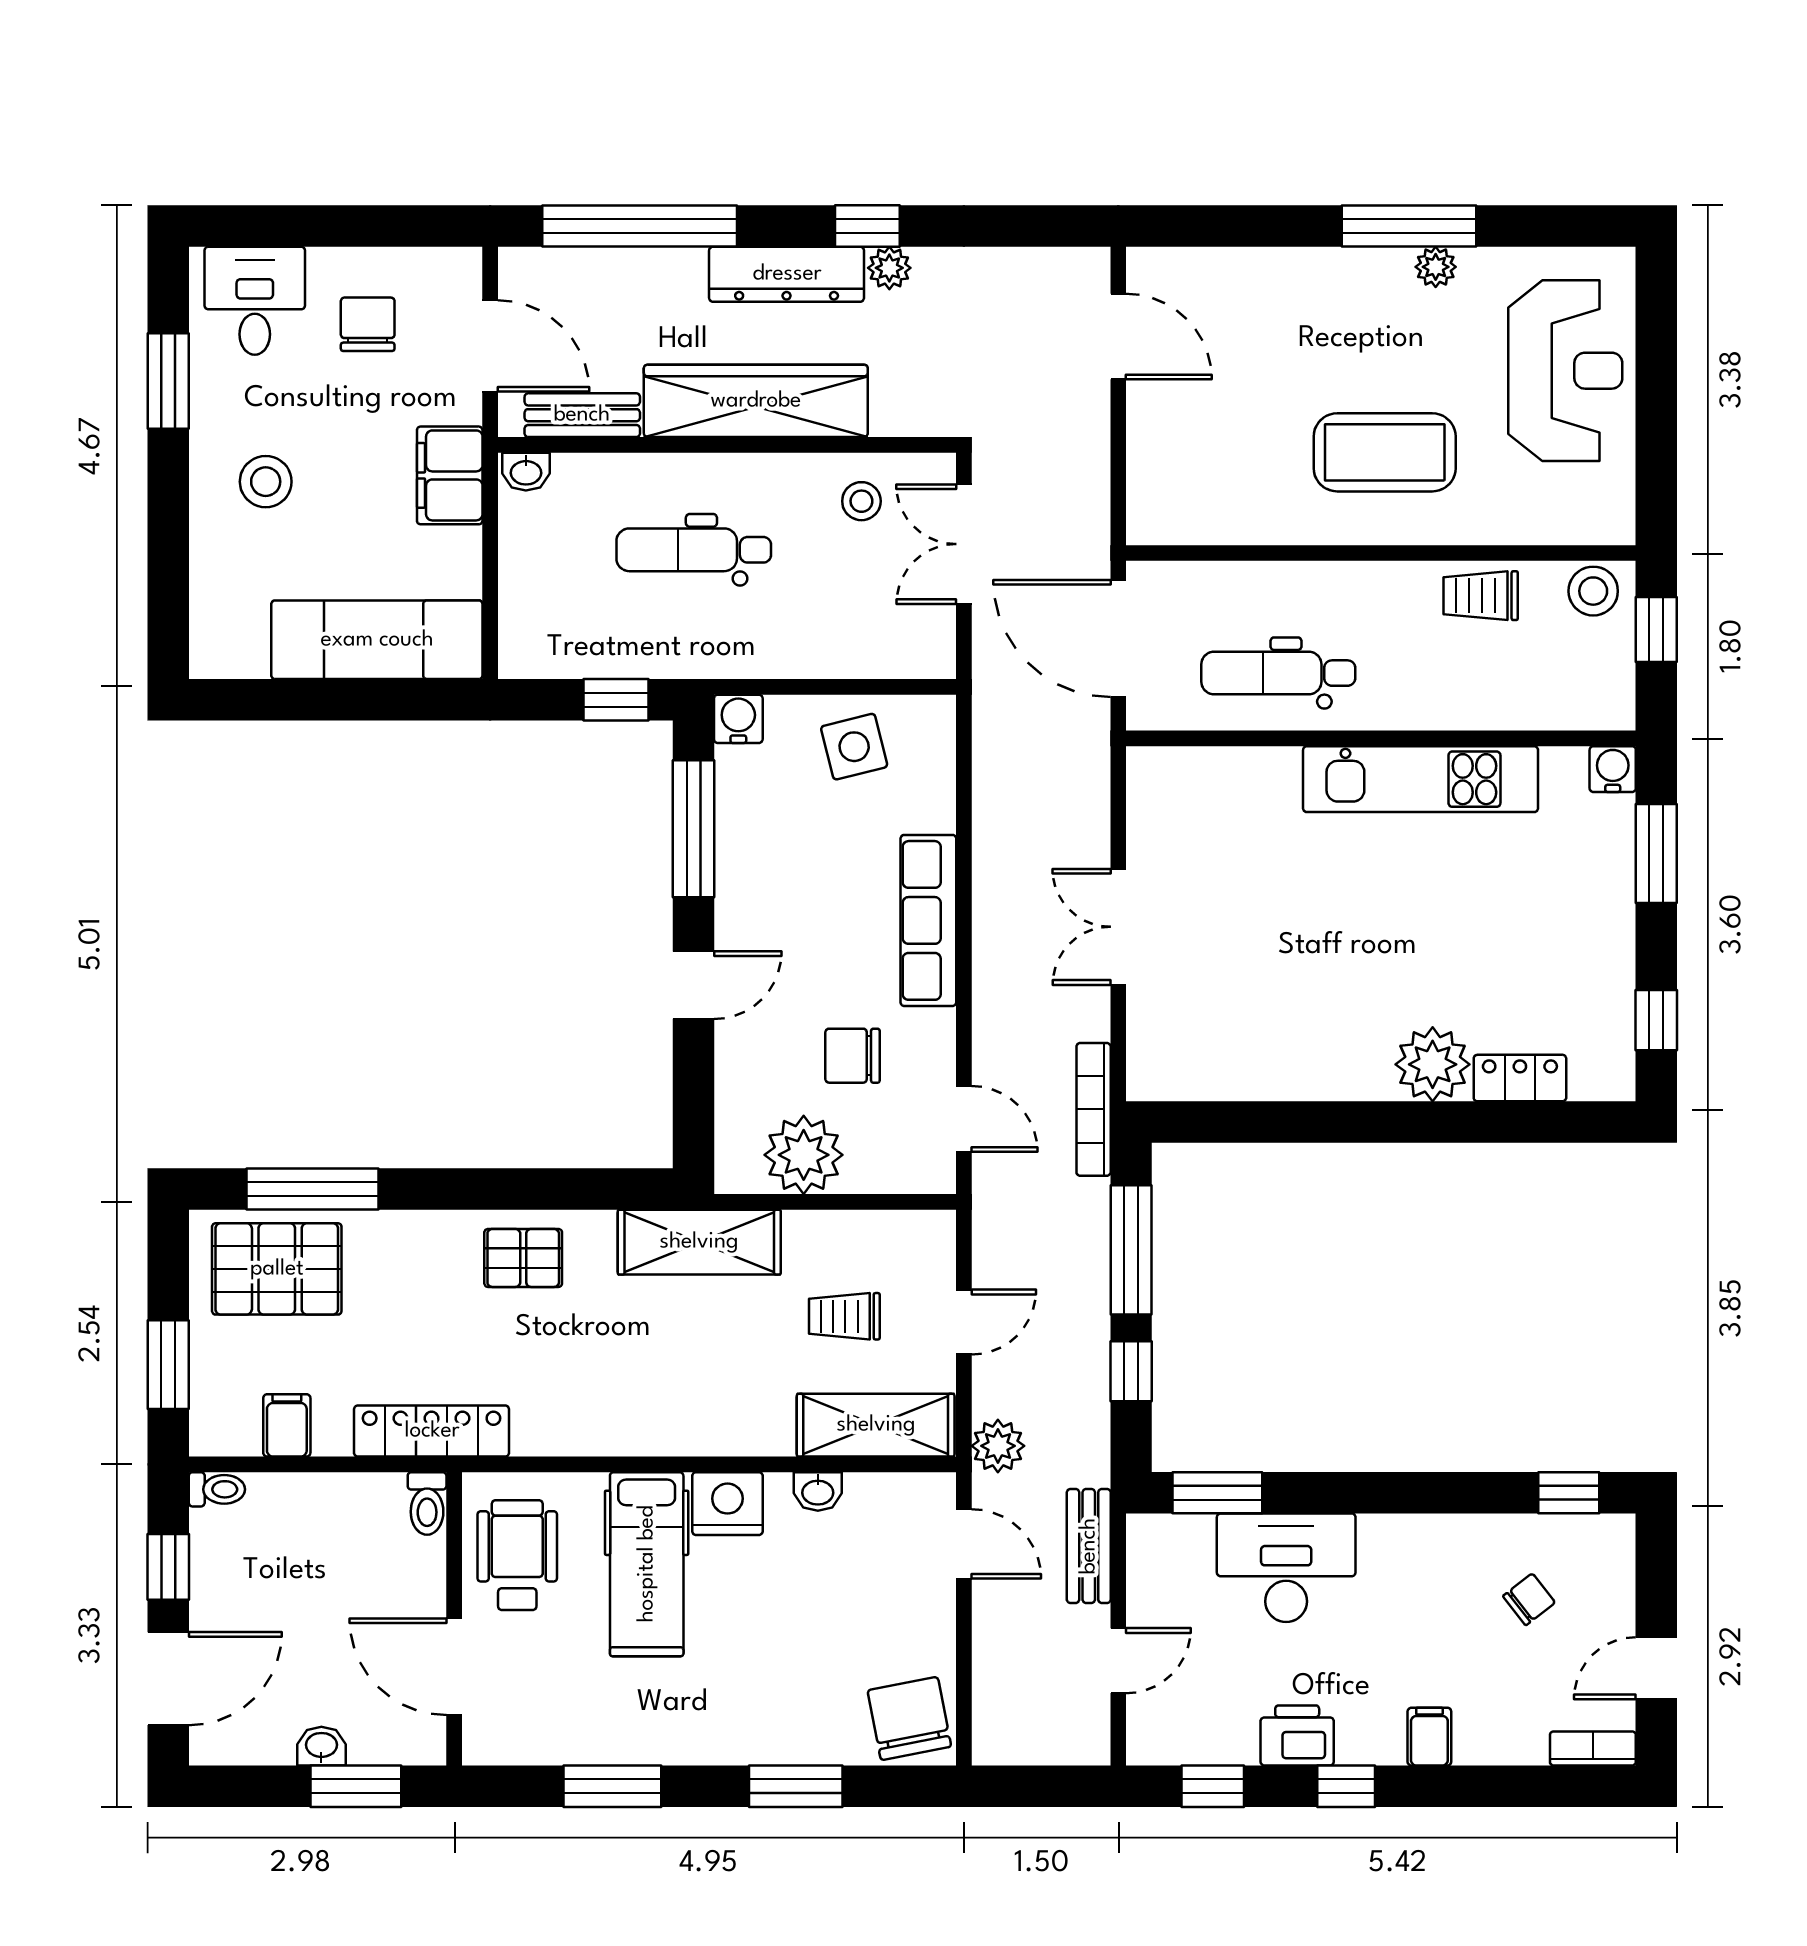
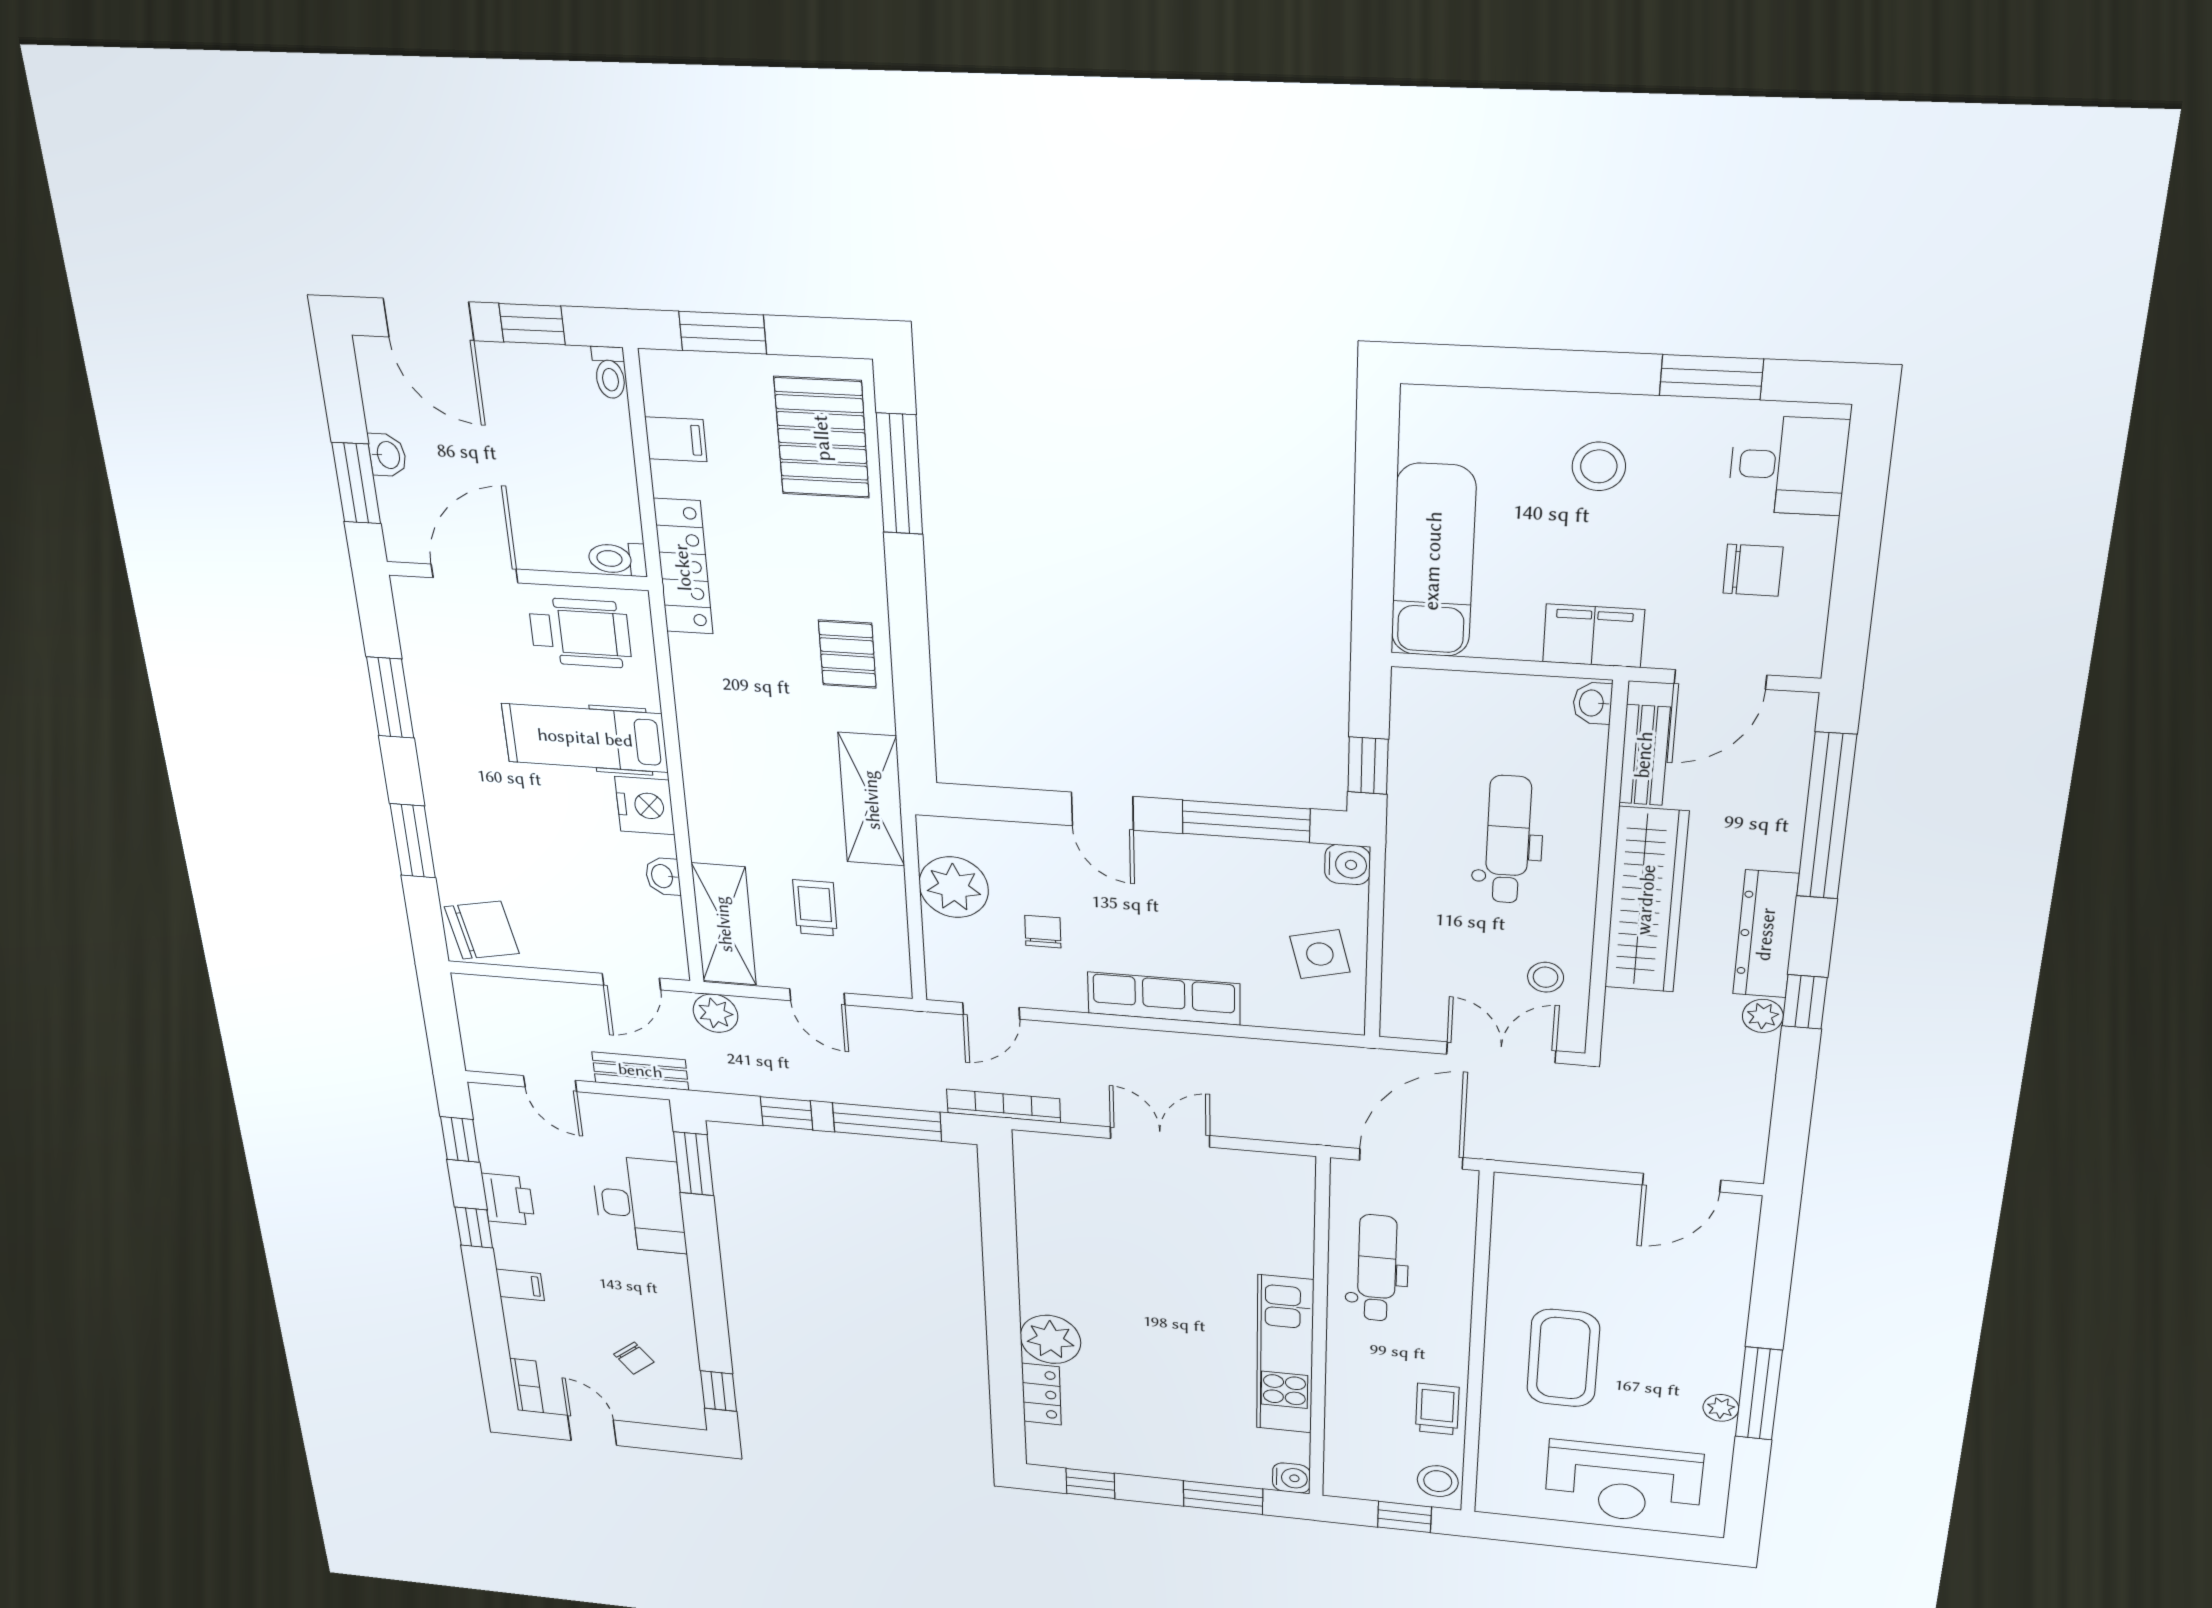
chair: (853, 1056) -> (1043, 932), width x0.73, depth x0.73

